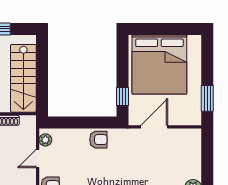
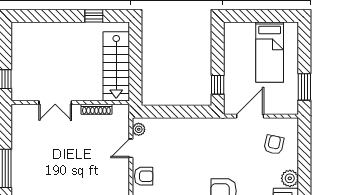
bed: (159, 64) -> (270, 52), width x0.49
armchair: (98, 140) -> (274, 145), moved, turned -78

